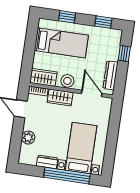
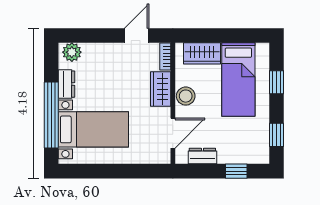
dresser: (110, 75) -> (202, 156), width x0.70
wardrobe: (43, 77) -> (202, 53), moved, turned 90
plant: (28, 138) -> (72, 52), moved

